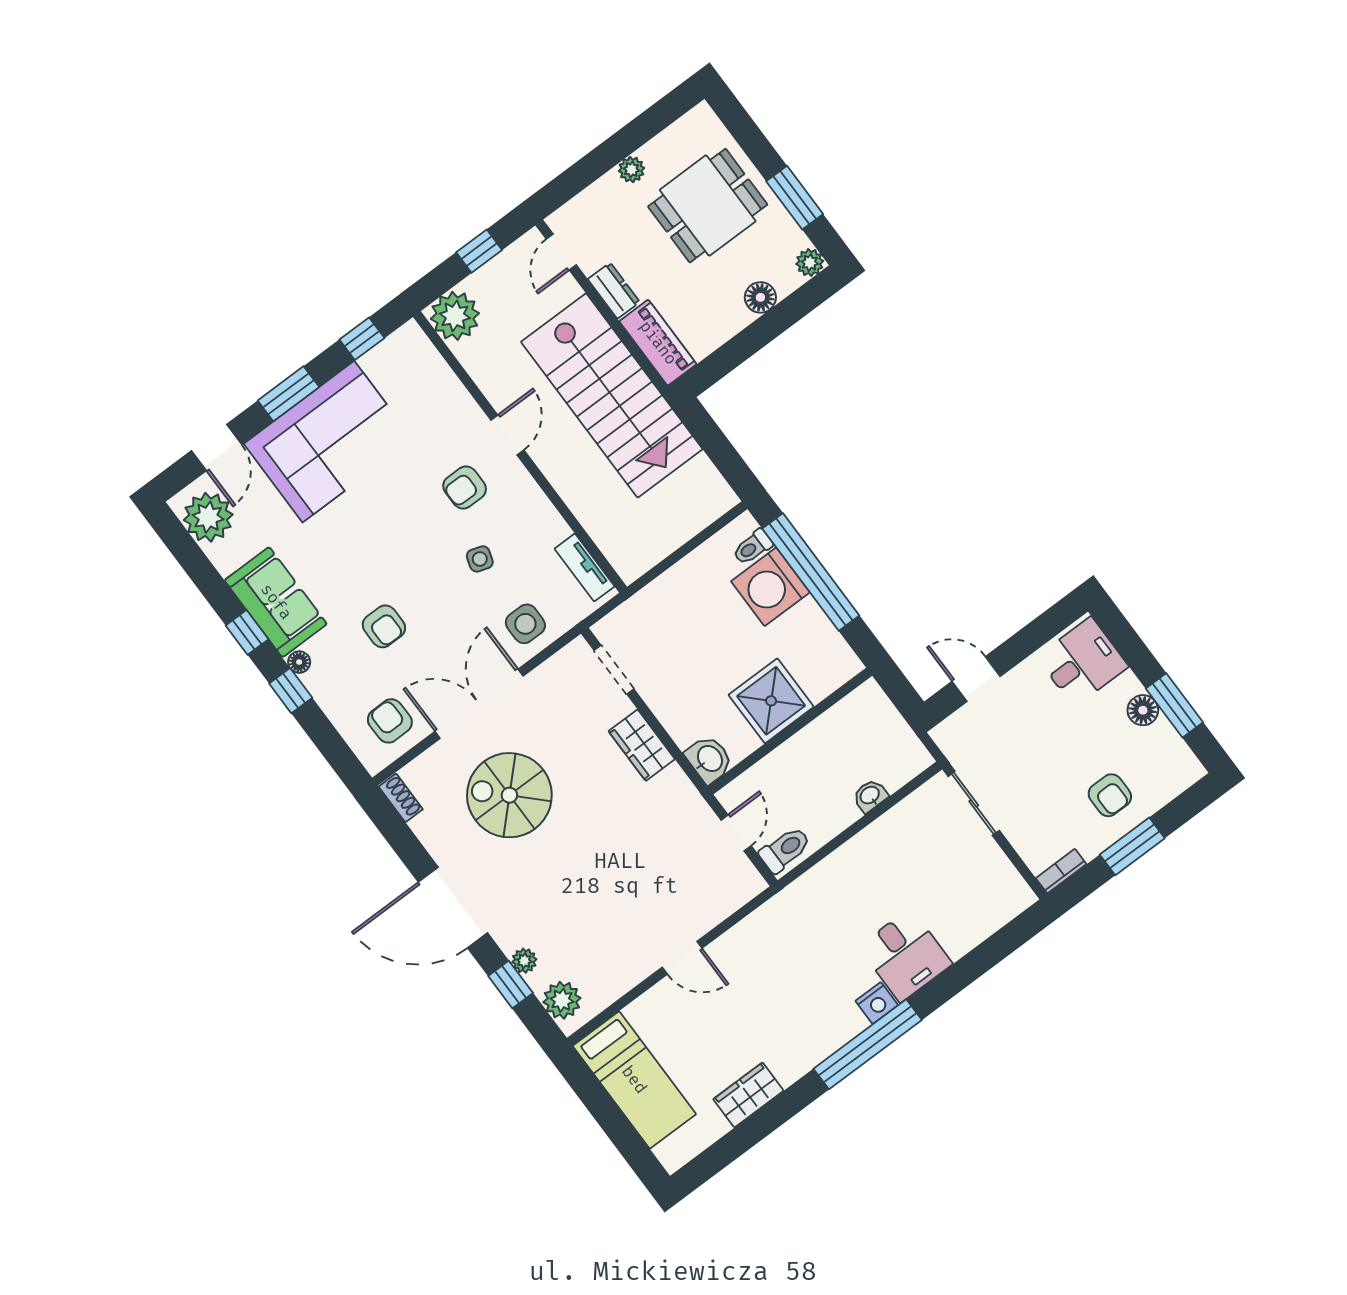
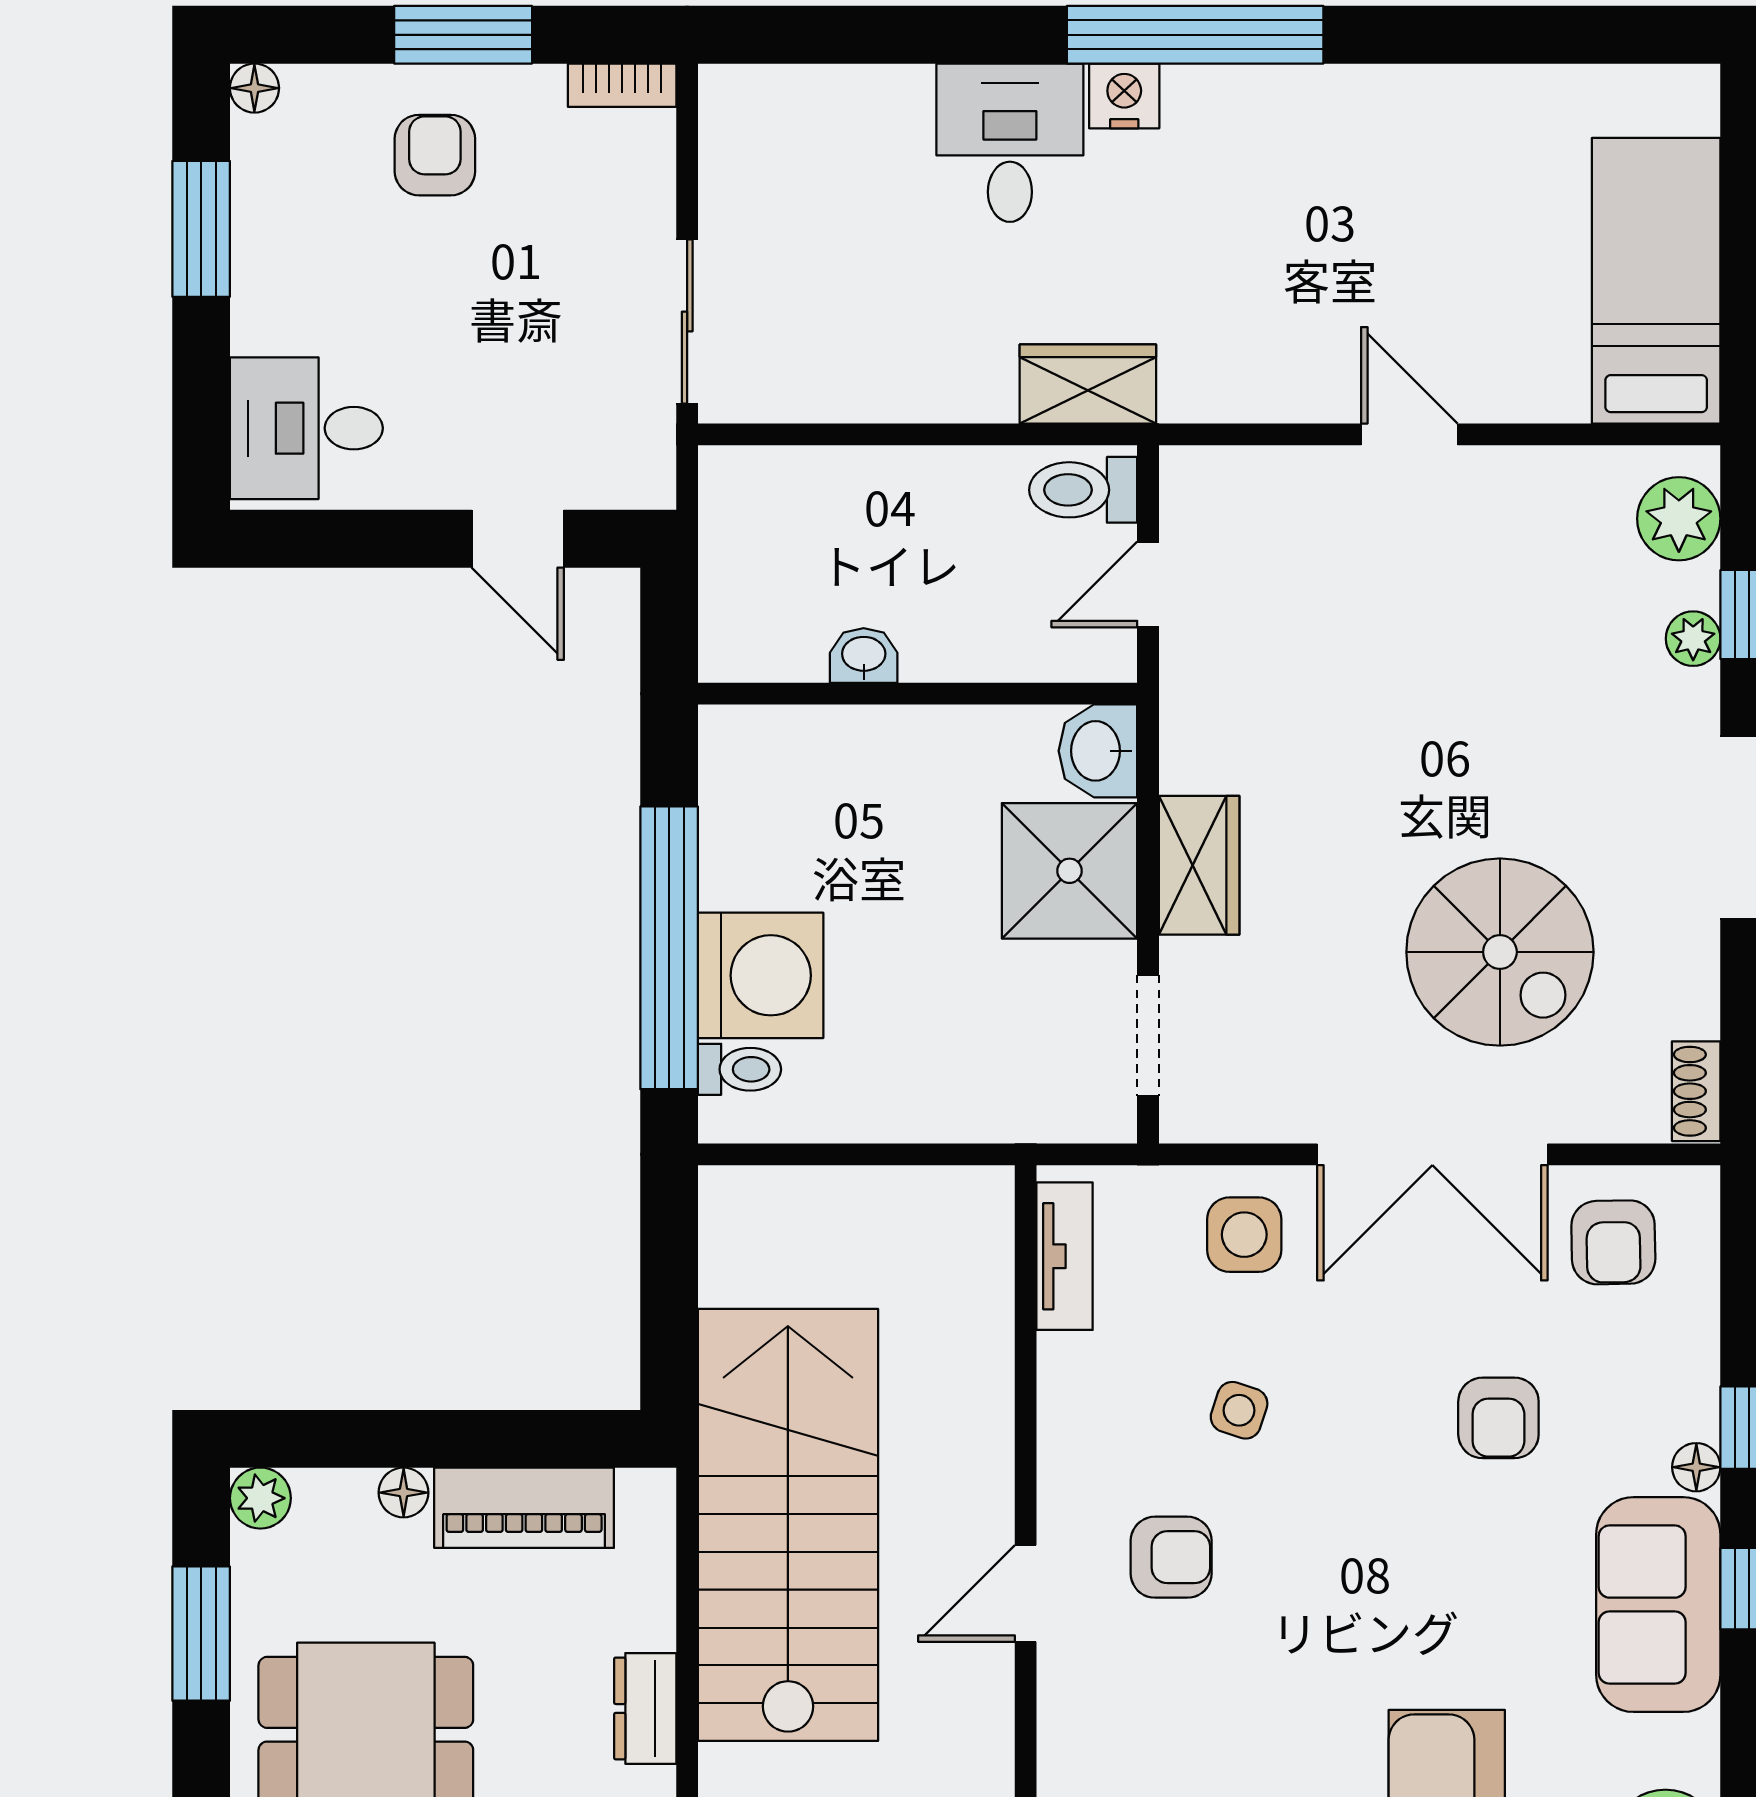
floor lamp: (760, 297) -> (404, 1493), width x0.73, depth x0.73
piano: (658, 343) -> (524, 1508), moved, turned -90
armchair: (384, 626) -> (1498, 1418), turned 180
shower: (771, 701) -> (1069, 871), moved
floor lamp: (1143, 710) -> (254, 88), moved, width x0.73, depth x0.73
washbasin: (870, 796) -> (864, 655), moved, turned 180
wardrobe: (748, 1095) -> (1088, 384), moved, turned 180

